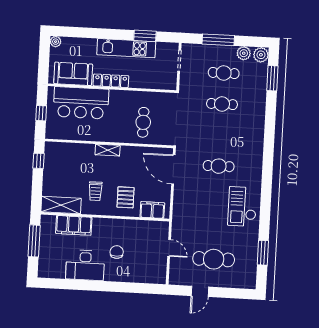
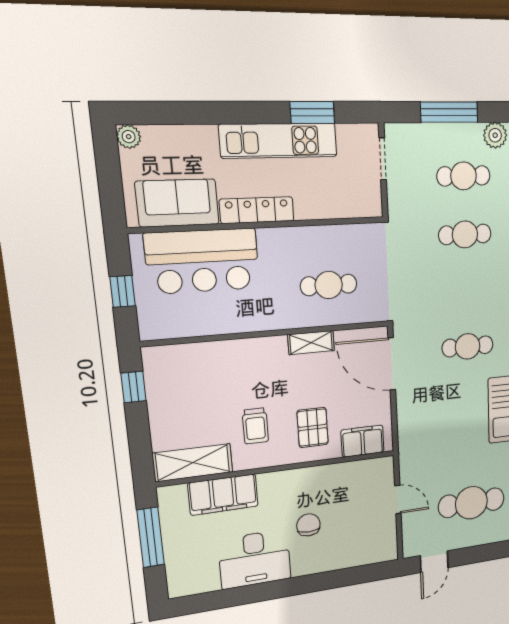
cafe table: (143, 122) -> (329, 285), turned 90
shelving: (108, 150) -> (311, 343), moved
door: (200, 291) -> (434, 562), moved

